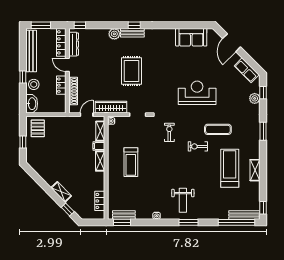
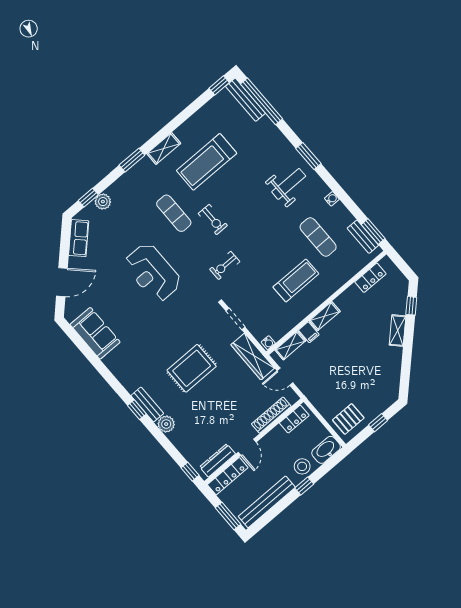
locker: (61, 85) -> (294, 419), moved
shelving: (255, 170) -> (164, 148), moved
exercise mat: (143, 192) -> (318, 237), added

